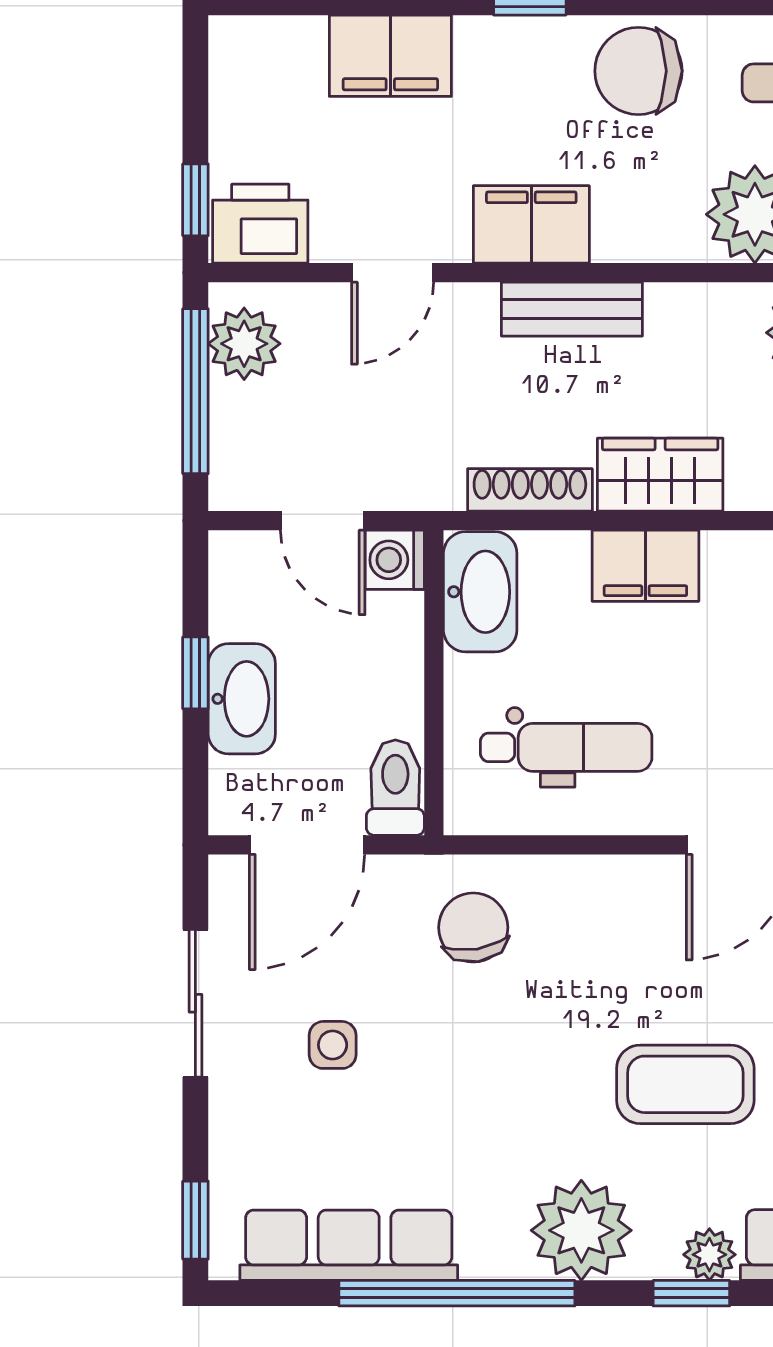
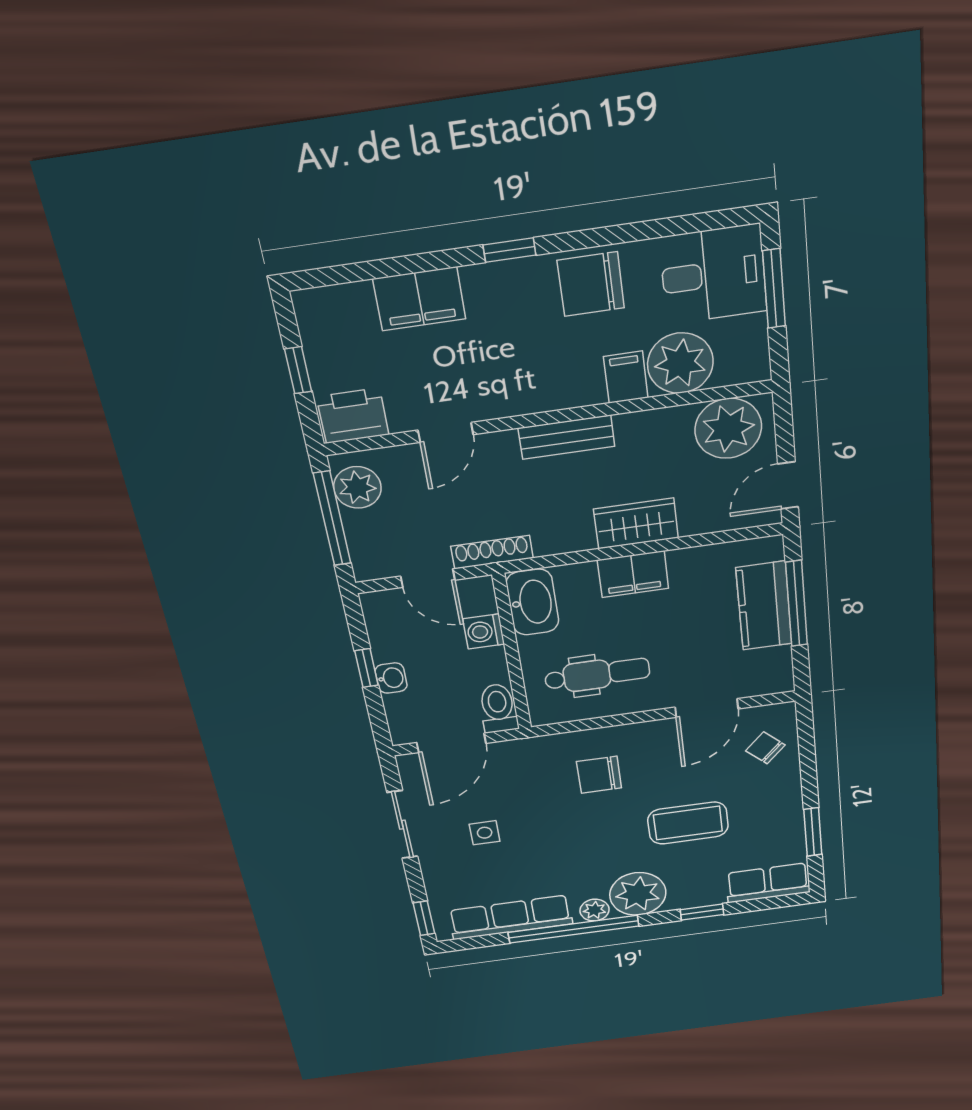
window: (195, 200) -> (298, 370), moved
filing cabinet: (531, 224) -> (626, 377), moved, width x0.50
shoe rack: (530, 490) -> (492, 552), moved
washing machine: (395, 560) -> (484, 631), moved
washbasin: (242, 699) -> (391, 678), width x0.52, depth x0.69
chair: (473, 927) -> (599, 775), moved, turned -81
plant: (709, 1255) -> (594, 910), moved

